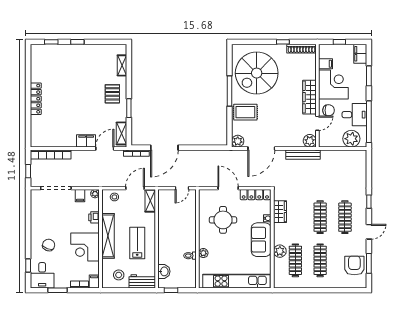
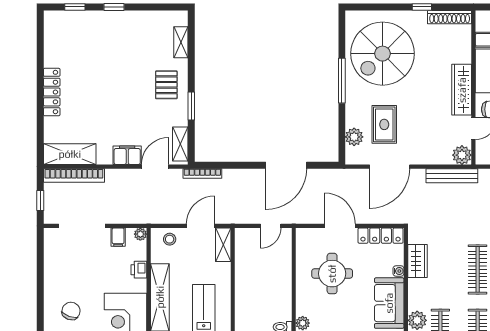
rug: (245, 112) -> (384, 124), moved, turned 90
shelving: (48, 140) -> (70, 154), added
plant: (238, 141) -> (354, 137), moved
door: (164, 148) -> (286, 165), moved

